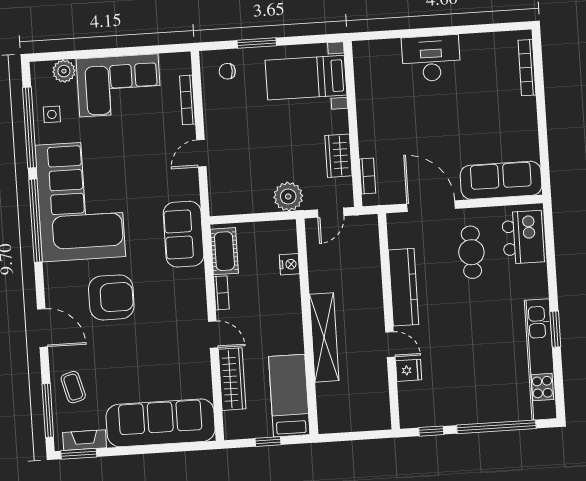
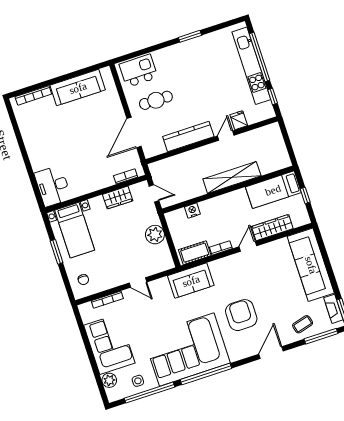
window: (257, 43) -> (57, 252), moved
desk: (431, 58) -> (53, 186), moved
sofa: (501, 180) -> (78, 88), moved, turned -90
plant: (288, 197) -> (155, 235), moved
kitchen unit: (541, 359) -> (251, 66), moved, turned 90

